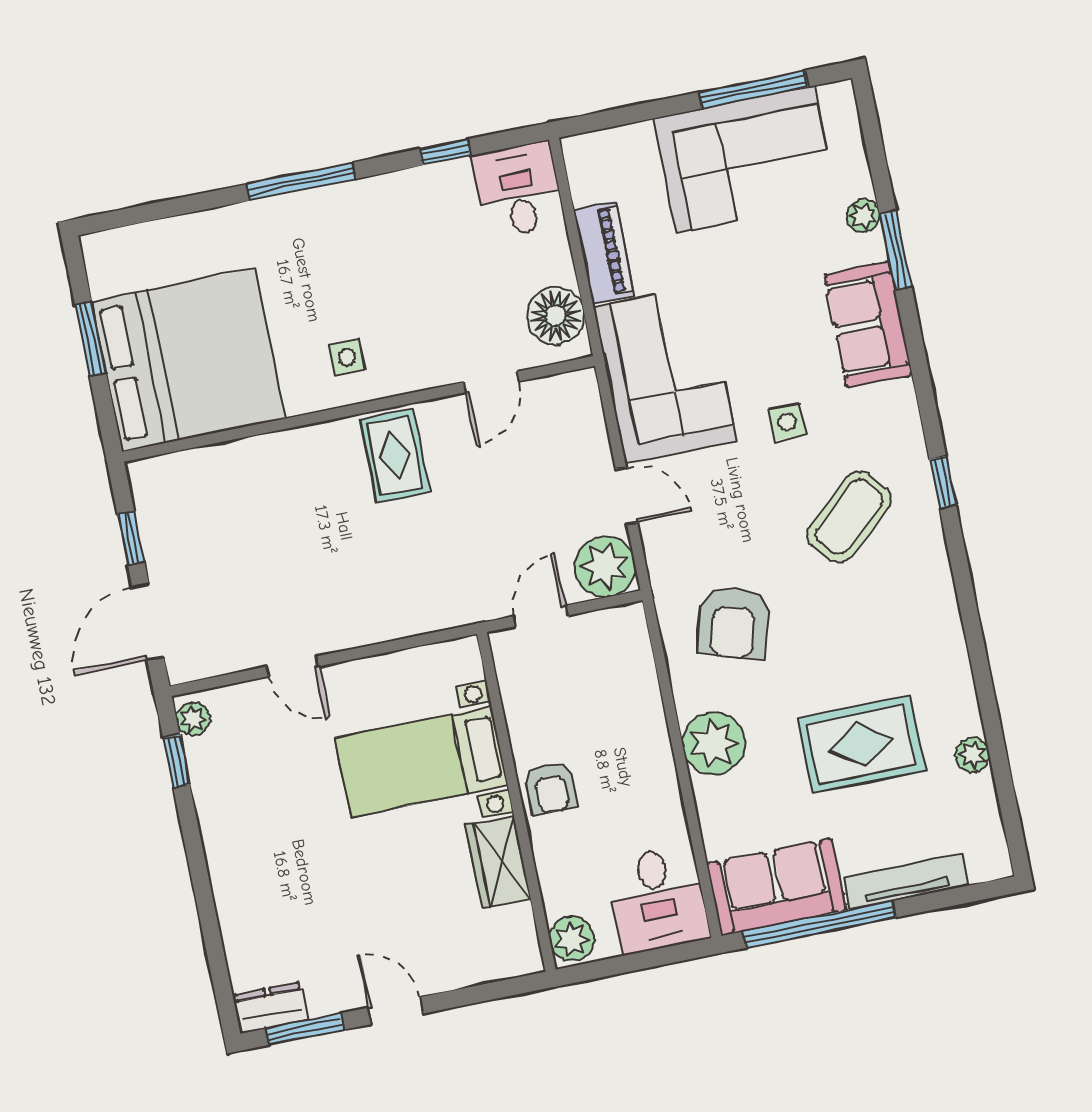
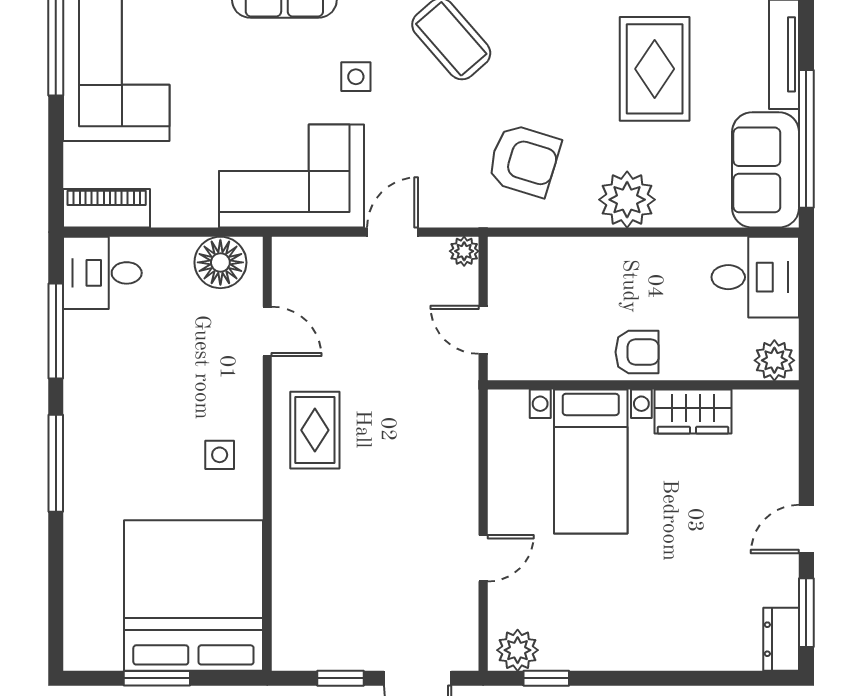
window: (445, 152) -> (56, 331), width x2.17
piano: (604, 252) -> (107, 208), moved
rug: (395, 455) -> (315, 430), turned 90
plant: (605, 567) -> (464, 251), width x0.53, depth x0.53
plant: (193, 719) -> (518, 650), width x1.38, depth x1.38

